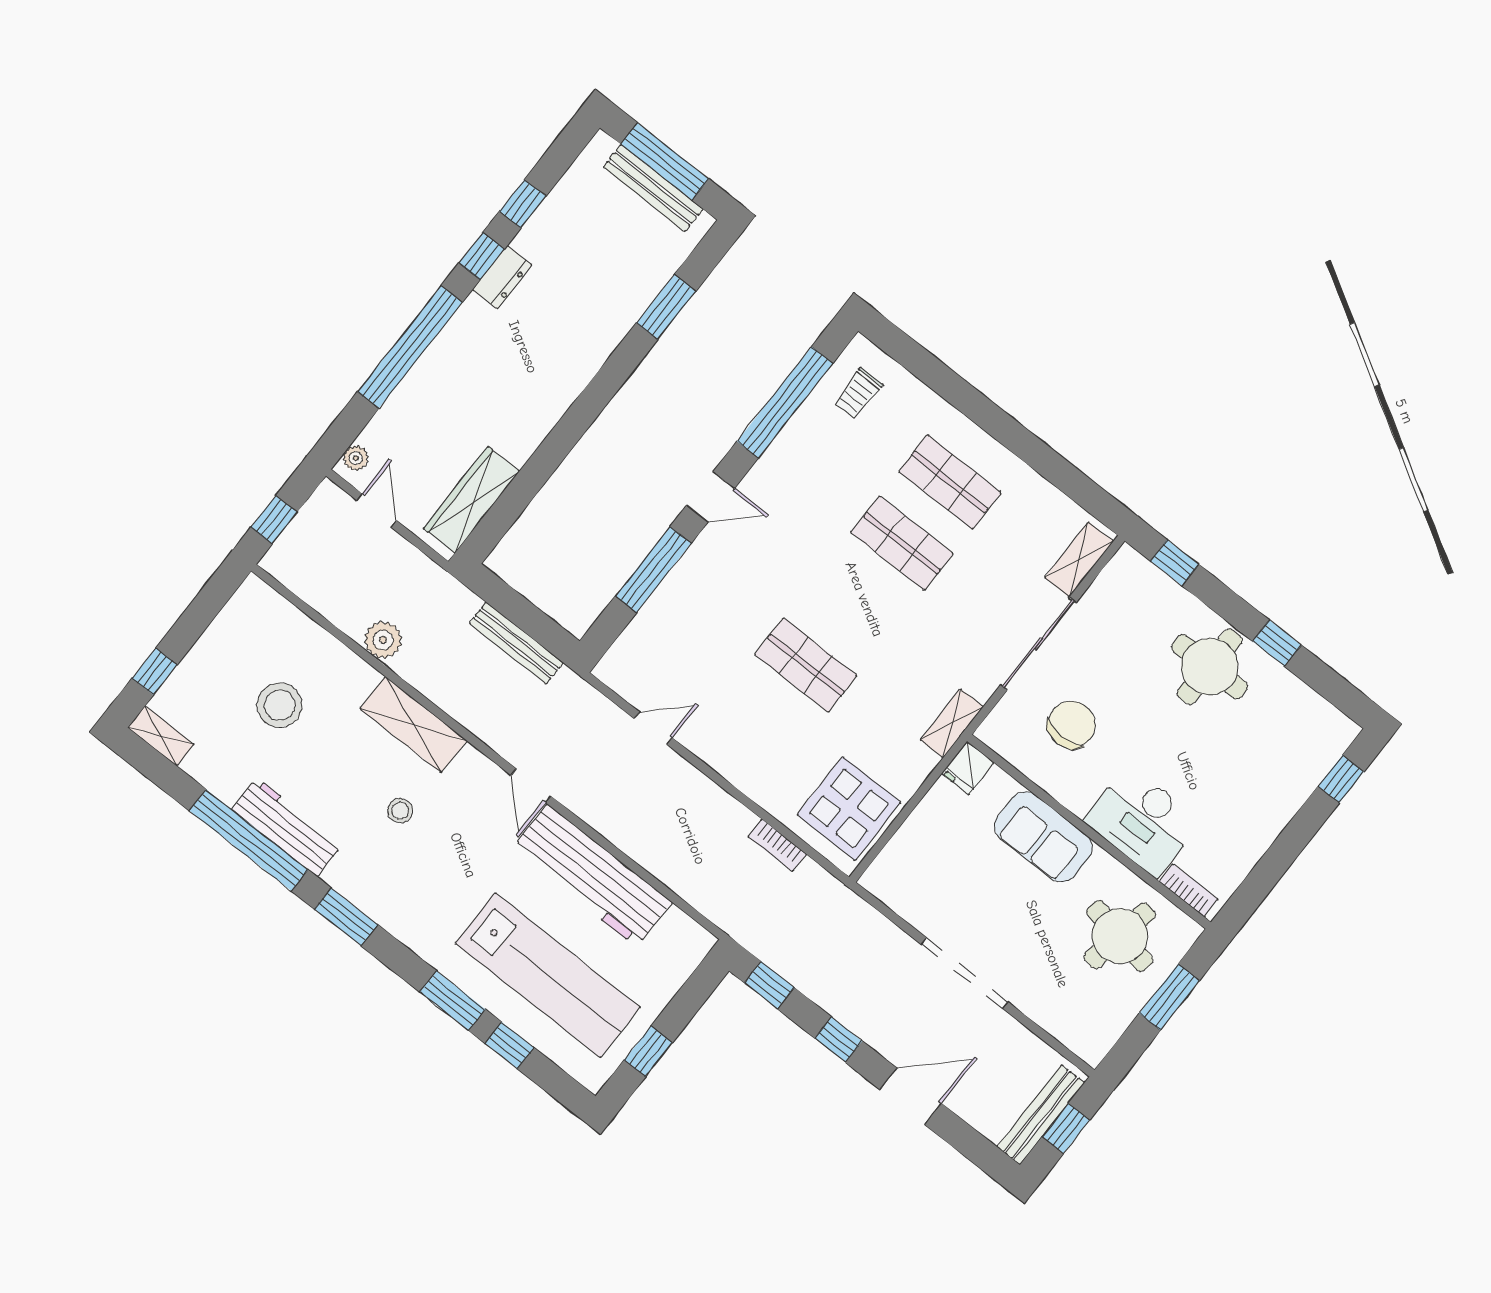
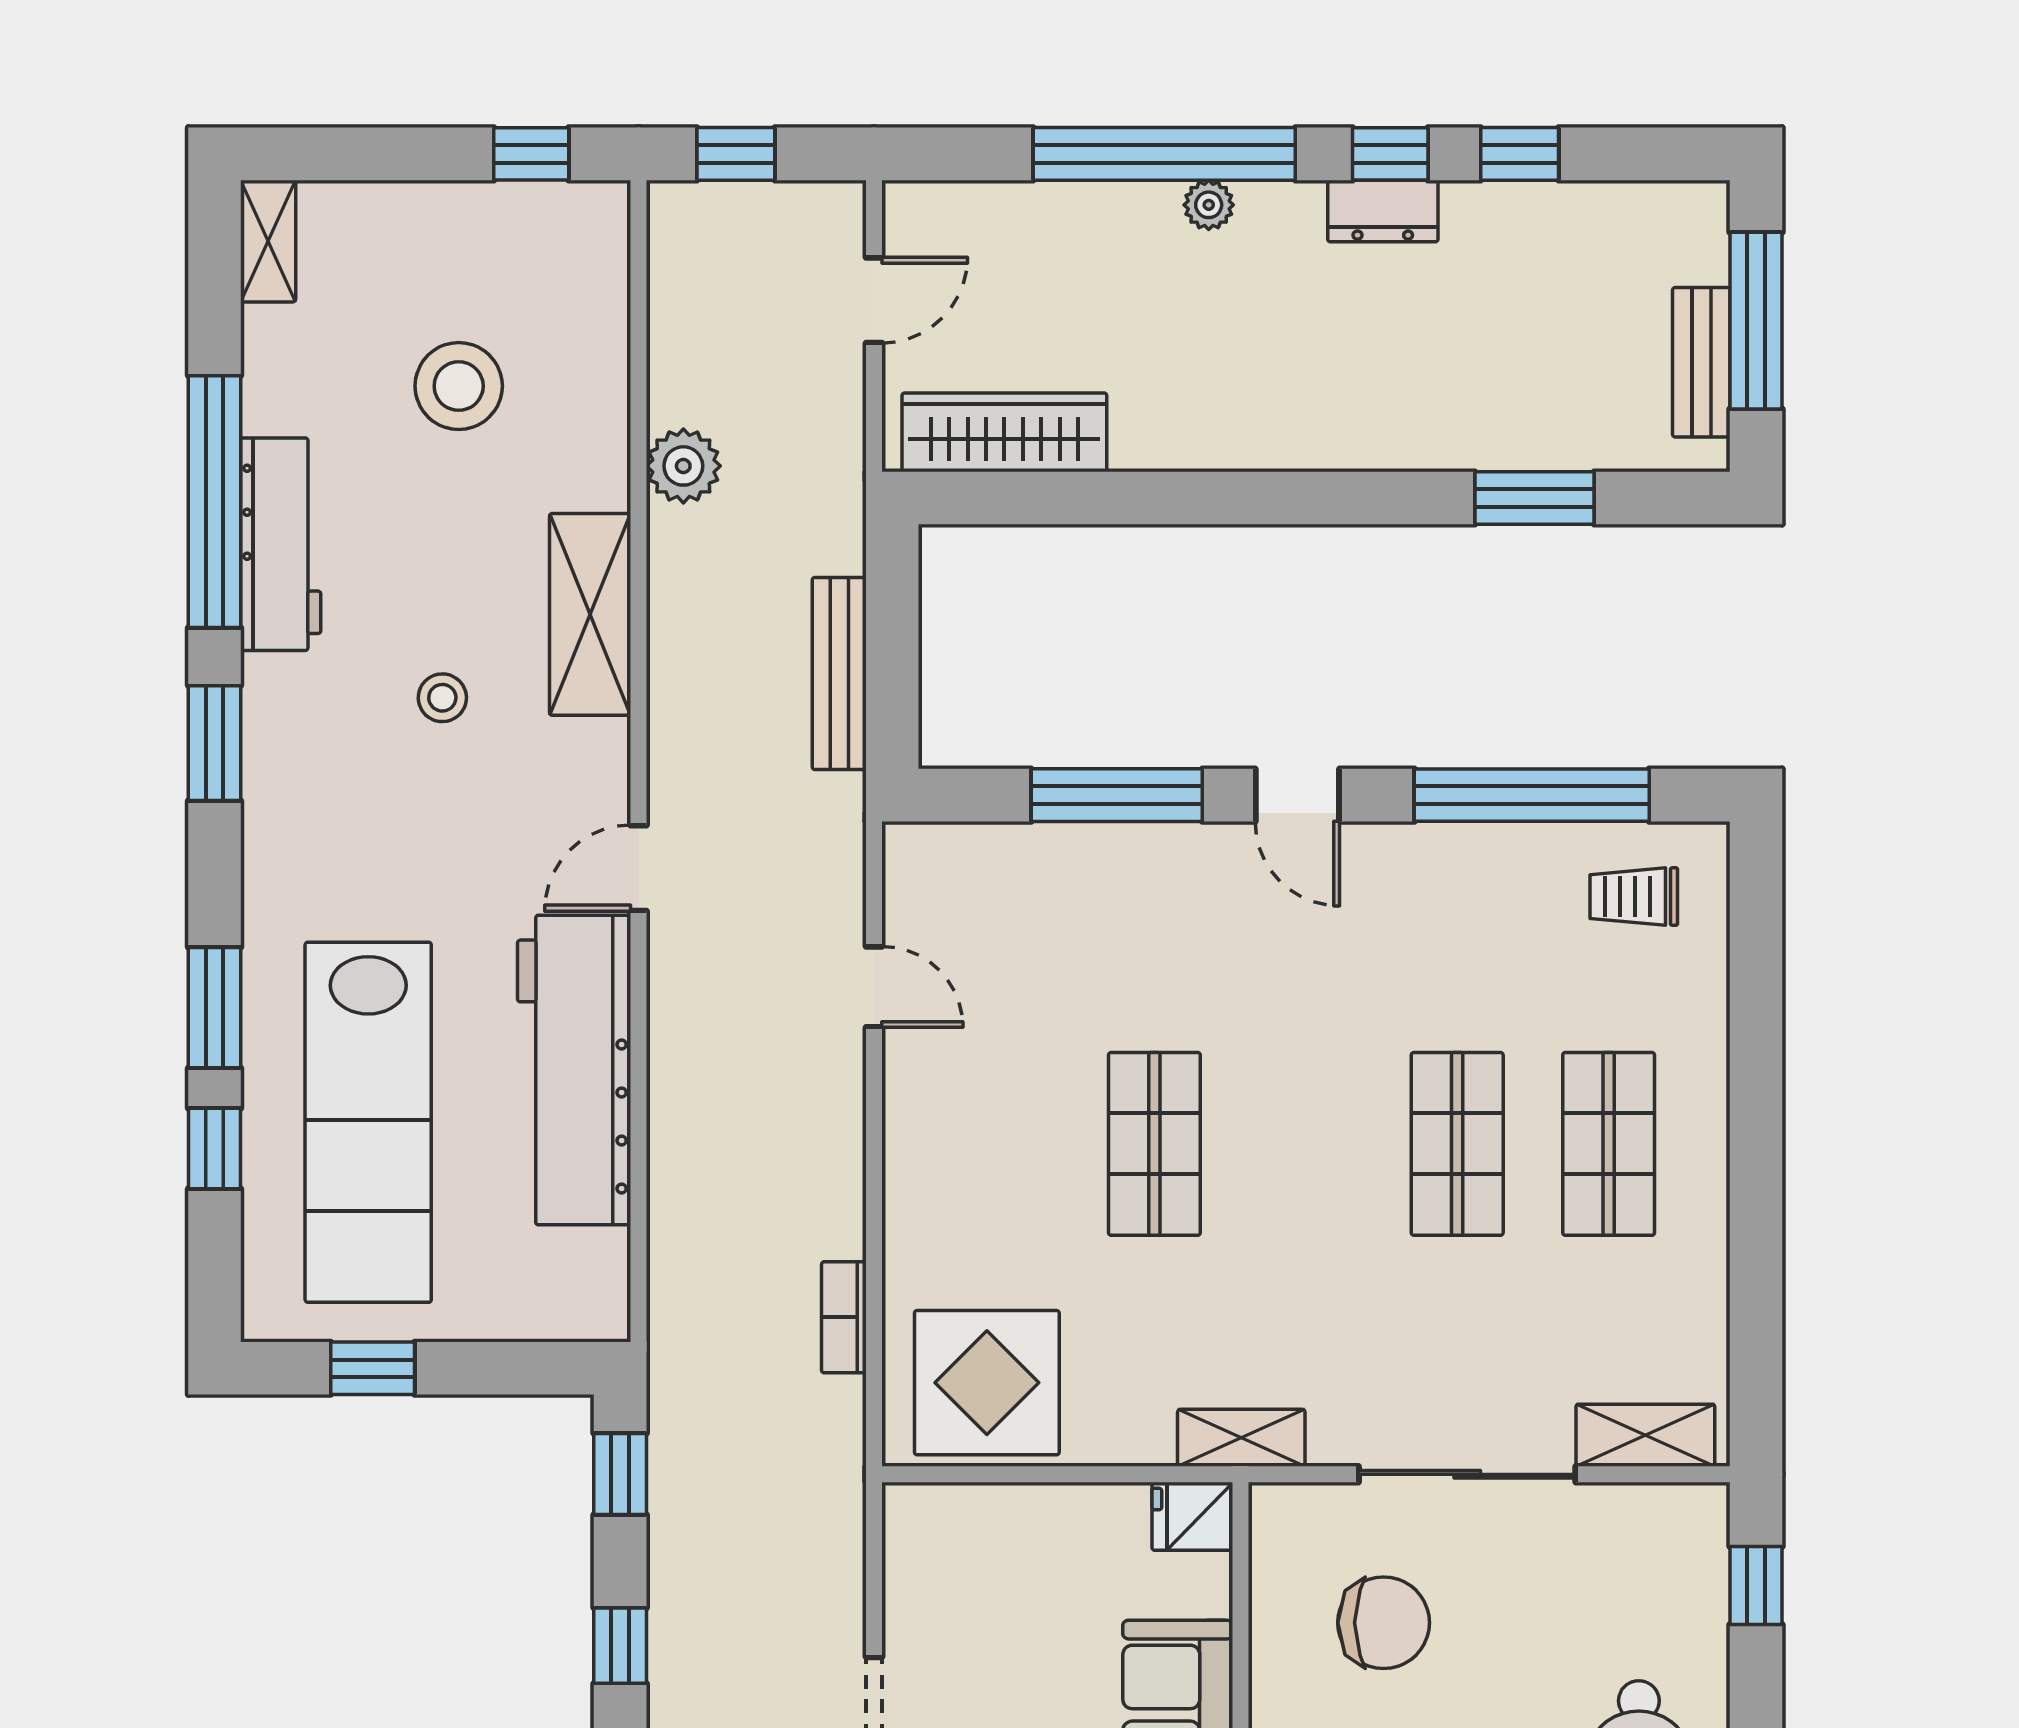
bench: (653, 188) -> (1701, 362), width x0.73
plant: (356, 458) -> (1209, 205), moved
window: (155, 672) -> (531, 154), moved

